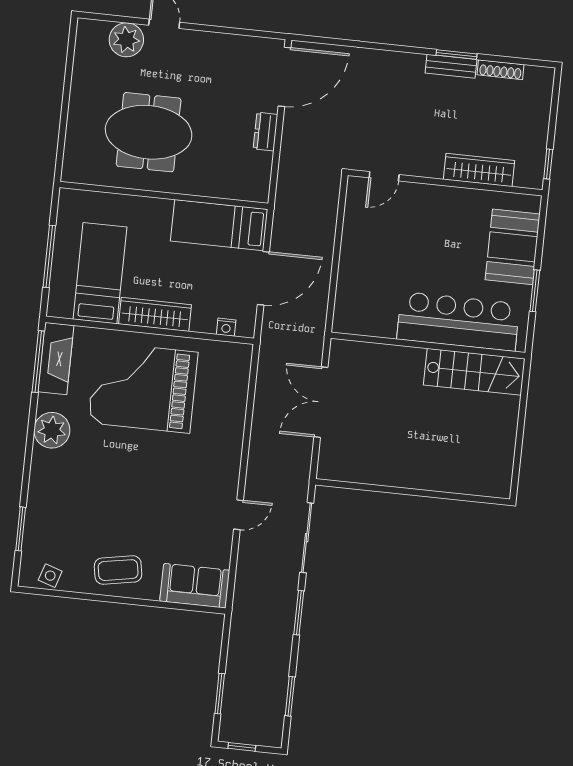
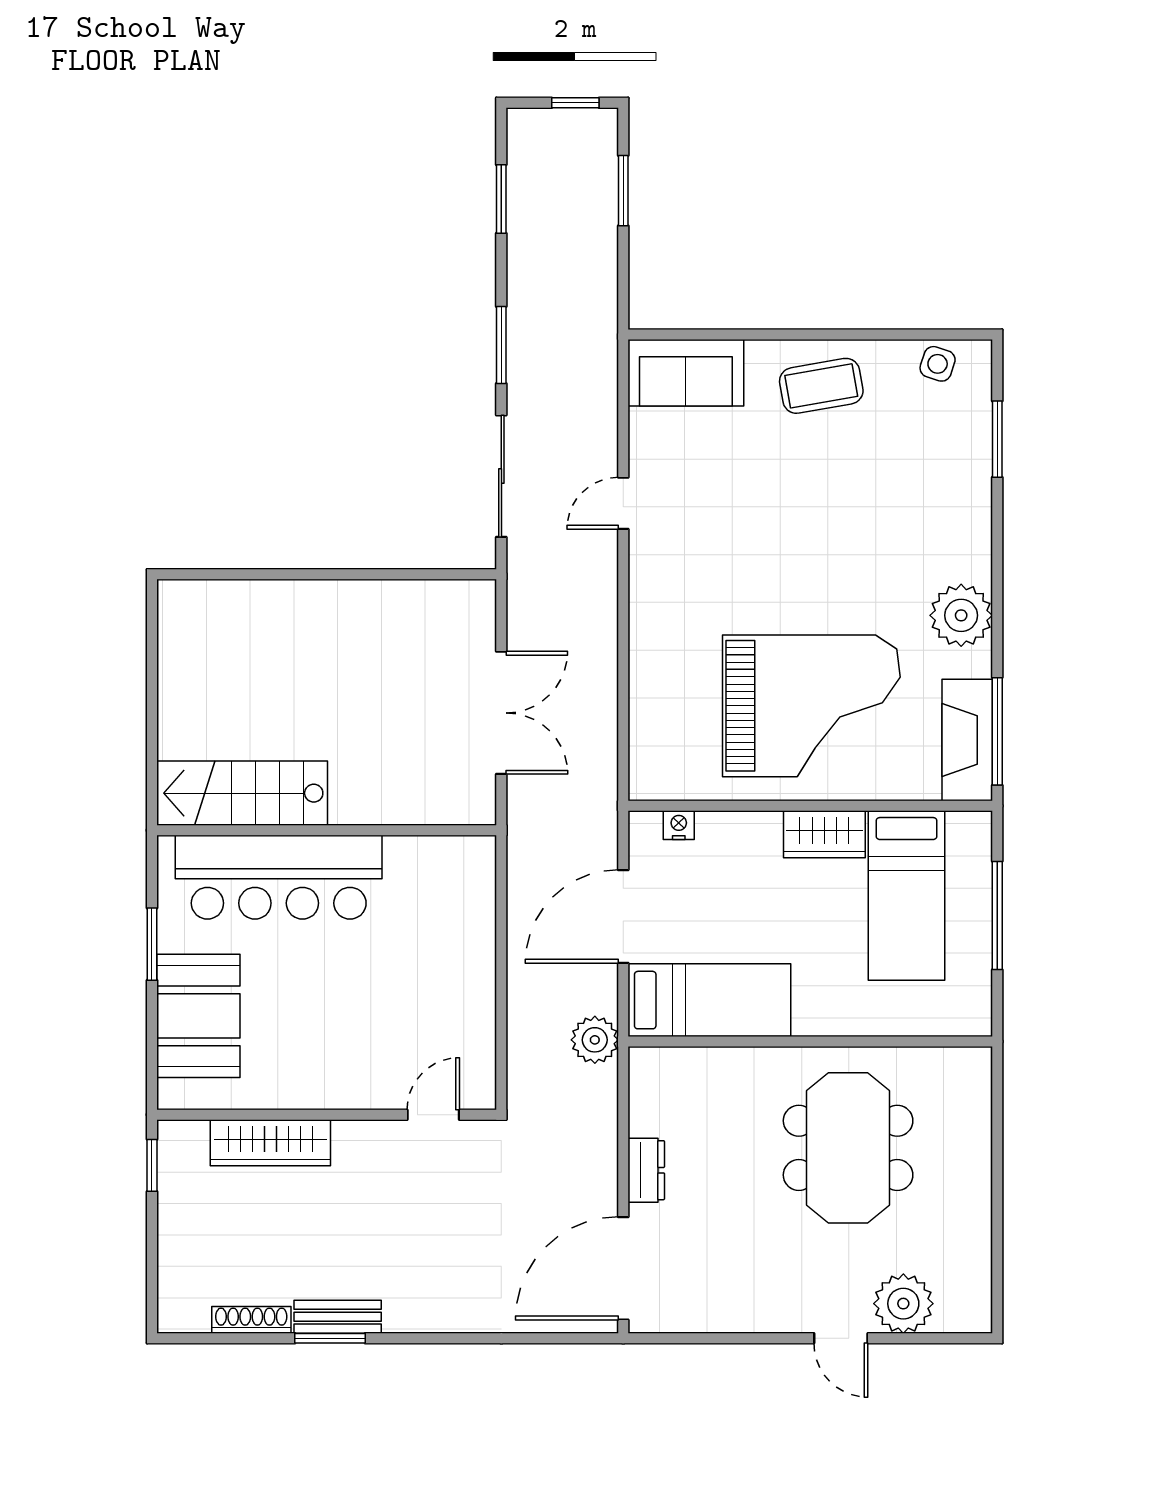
meeting table: (149, 132) -> (848, 1148), turned 90
plant: (287, 209) -> (595, 1040), added
wardrobe: (155, 314) -> (824, 834), width x0.67

